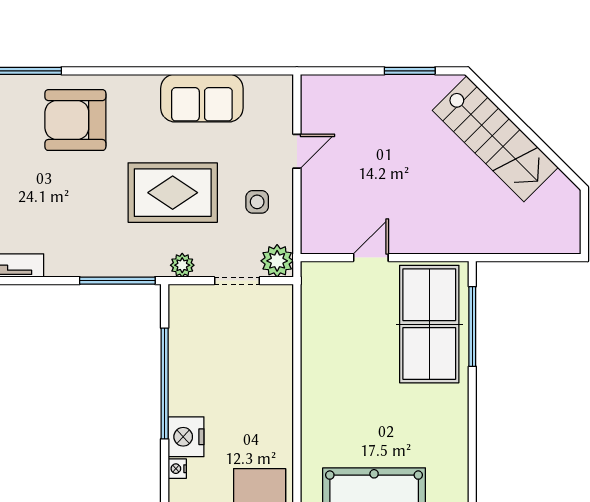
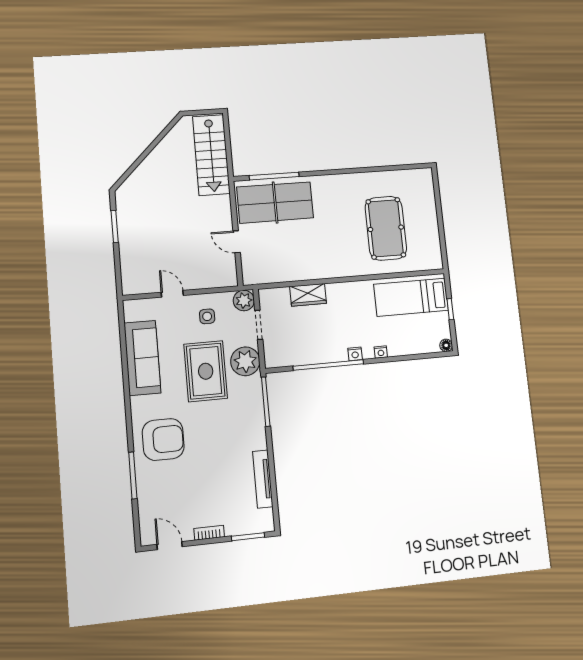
sofa: (202, 98) -> (142, 358), width x1.36
armchair: (75, 120) -> (163, 439), turned -90
stairs: (495, 139) -> (211, 155), moved, turned 135
plant: (182, 265) -> (245, 361), width x1.87, depth x1.87
wardrobe: (277, 362) -> (308, 295), added
nightstand: (186, 437) -> (355, 354), width x0.53, depth x0.56

